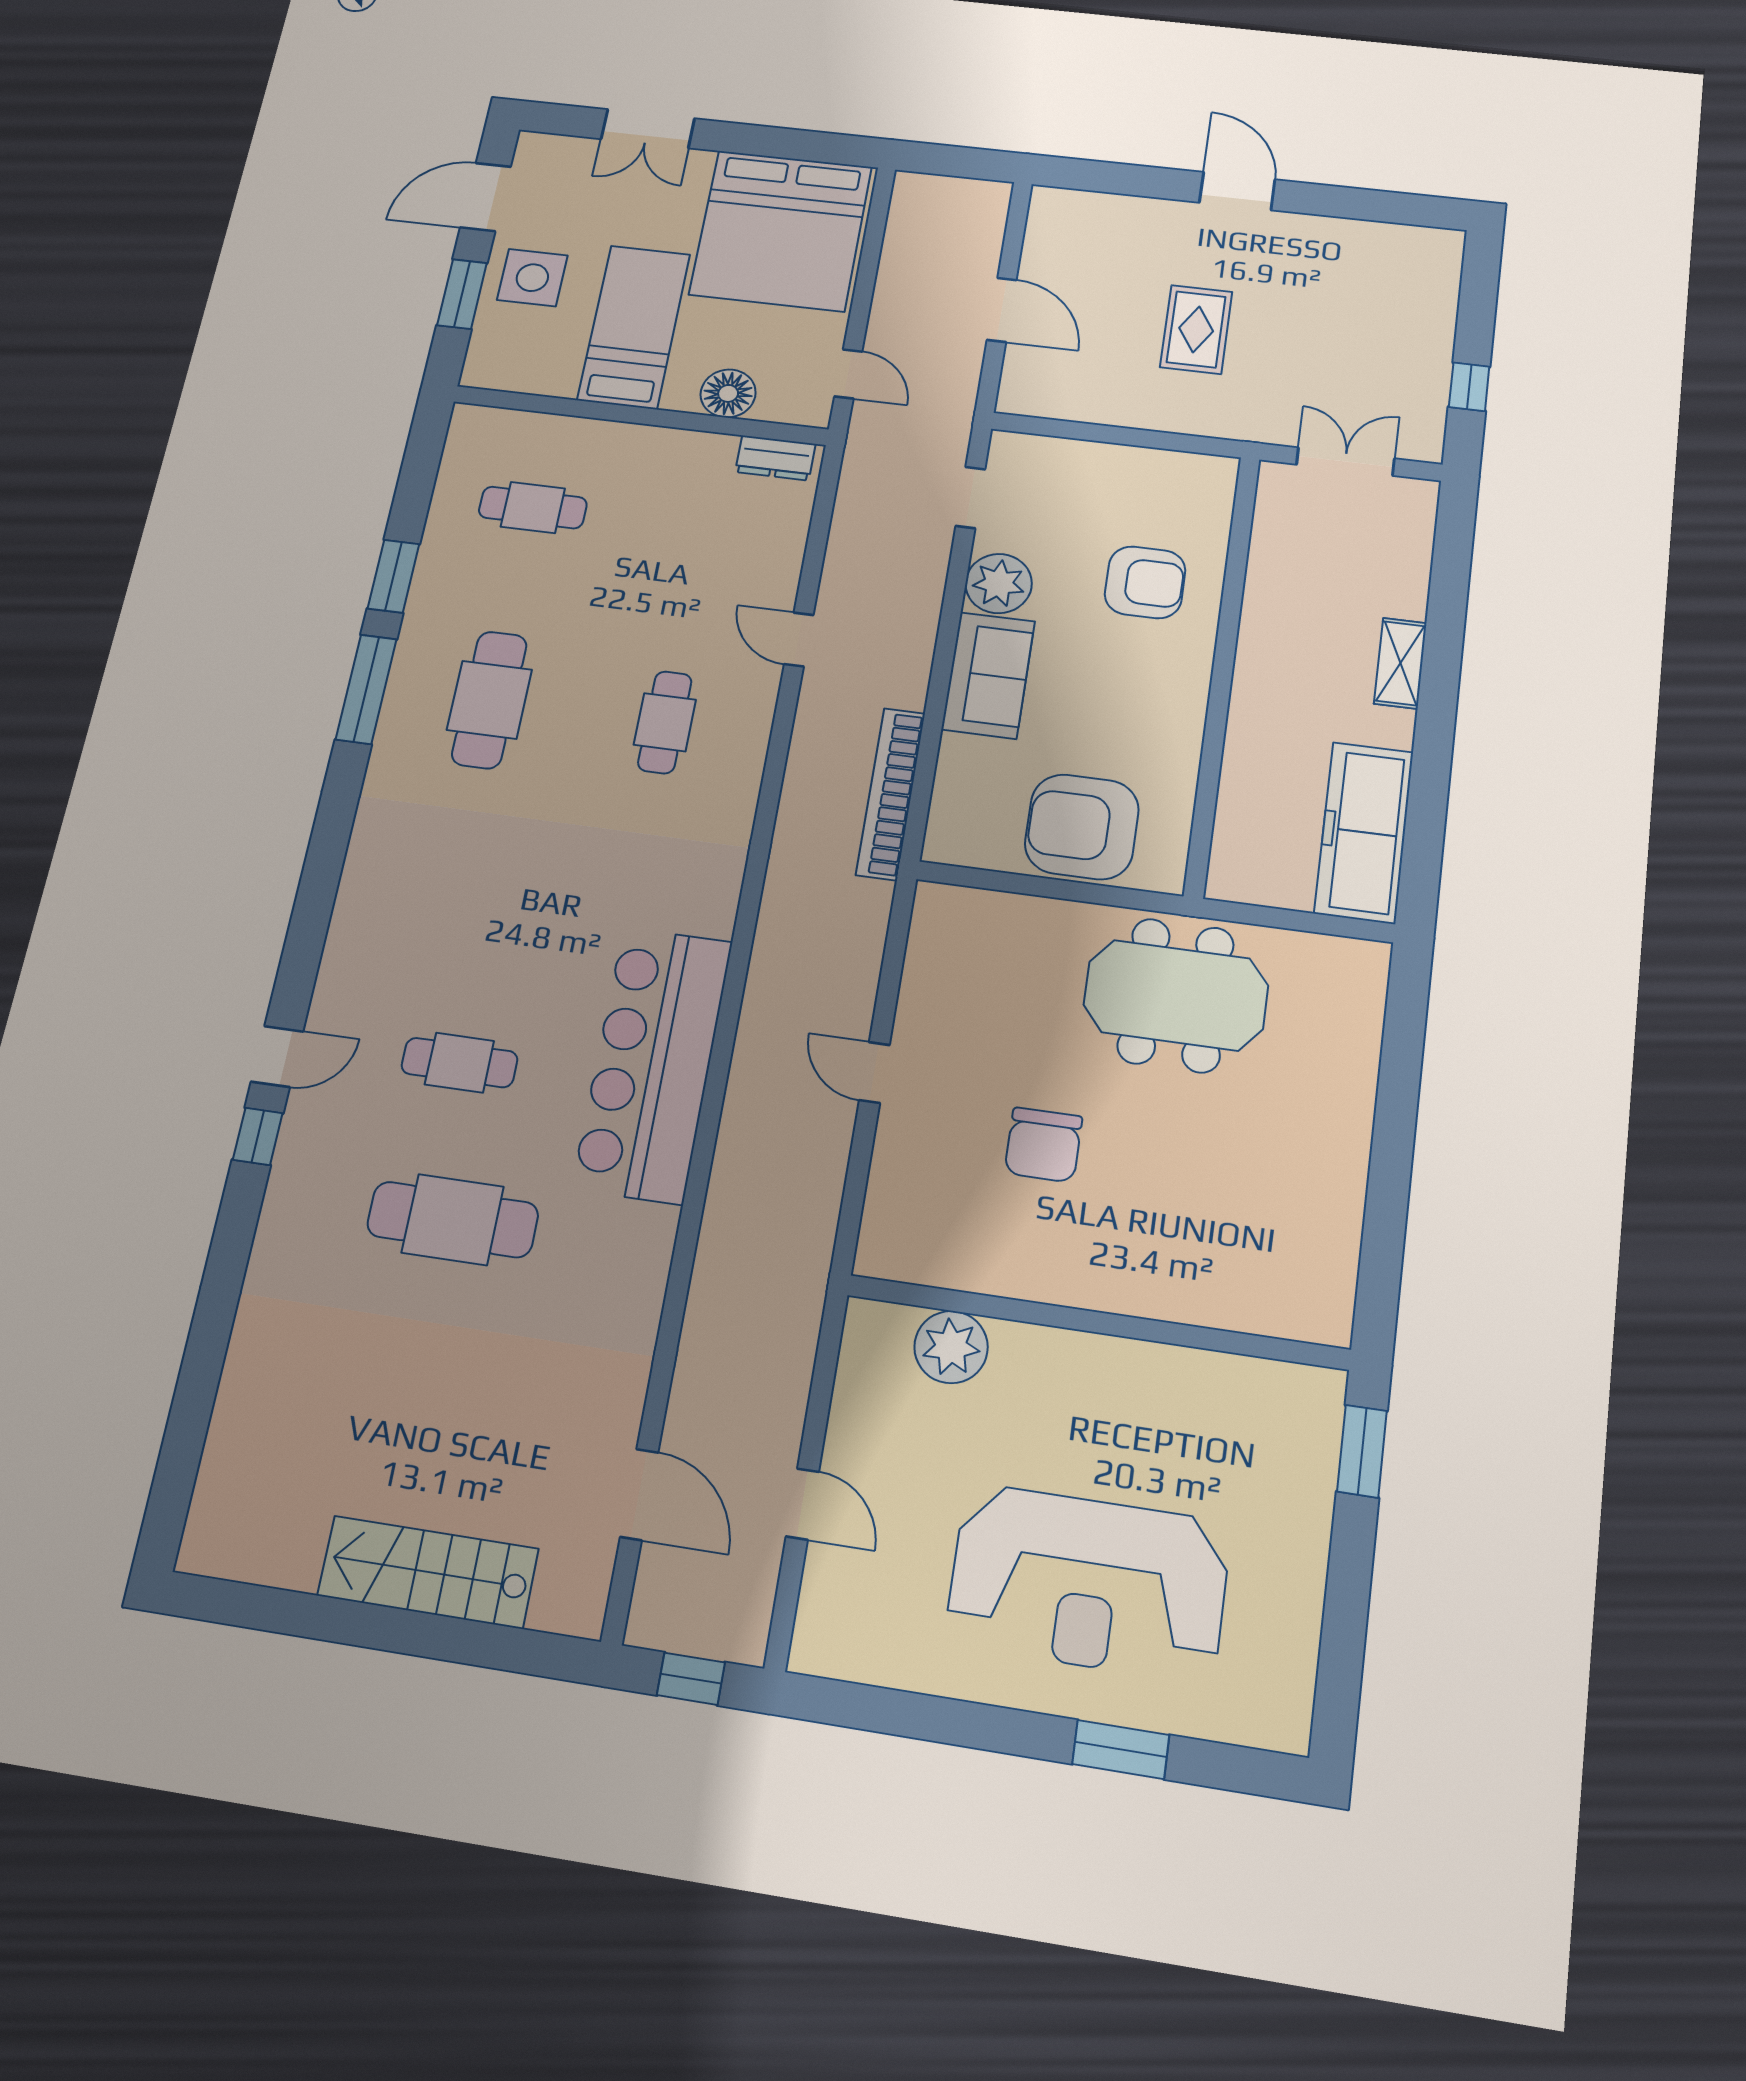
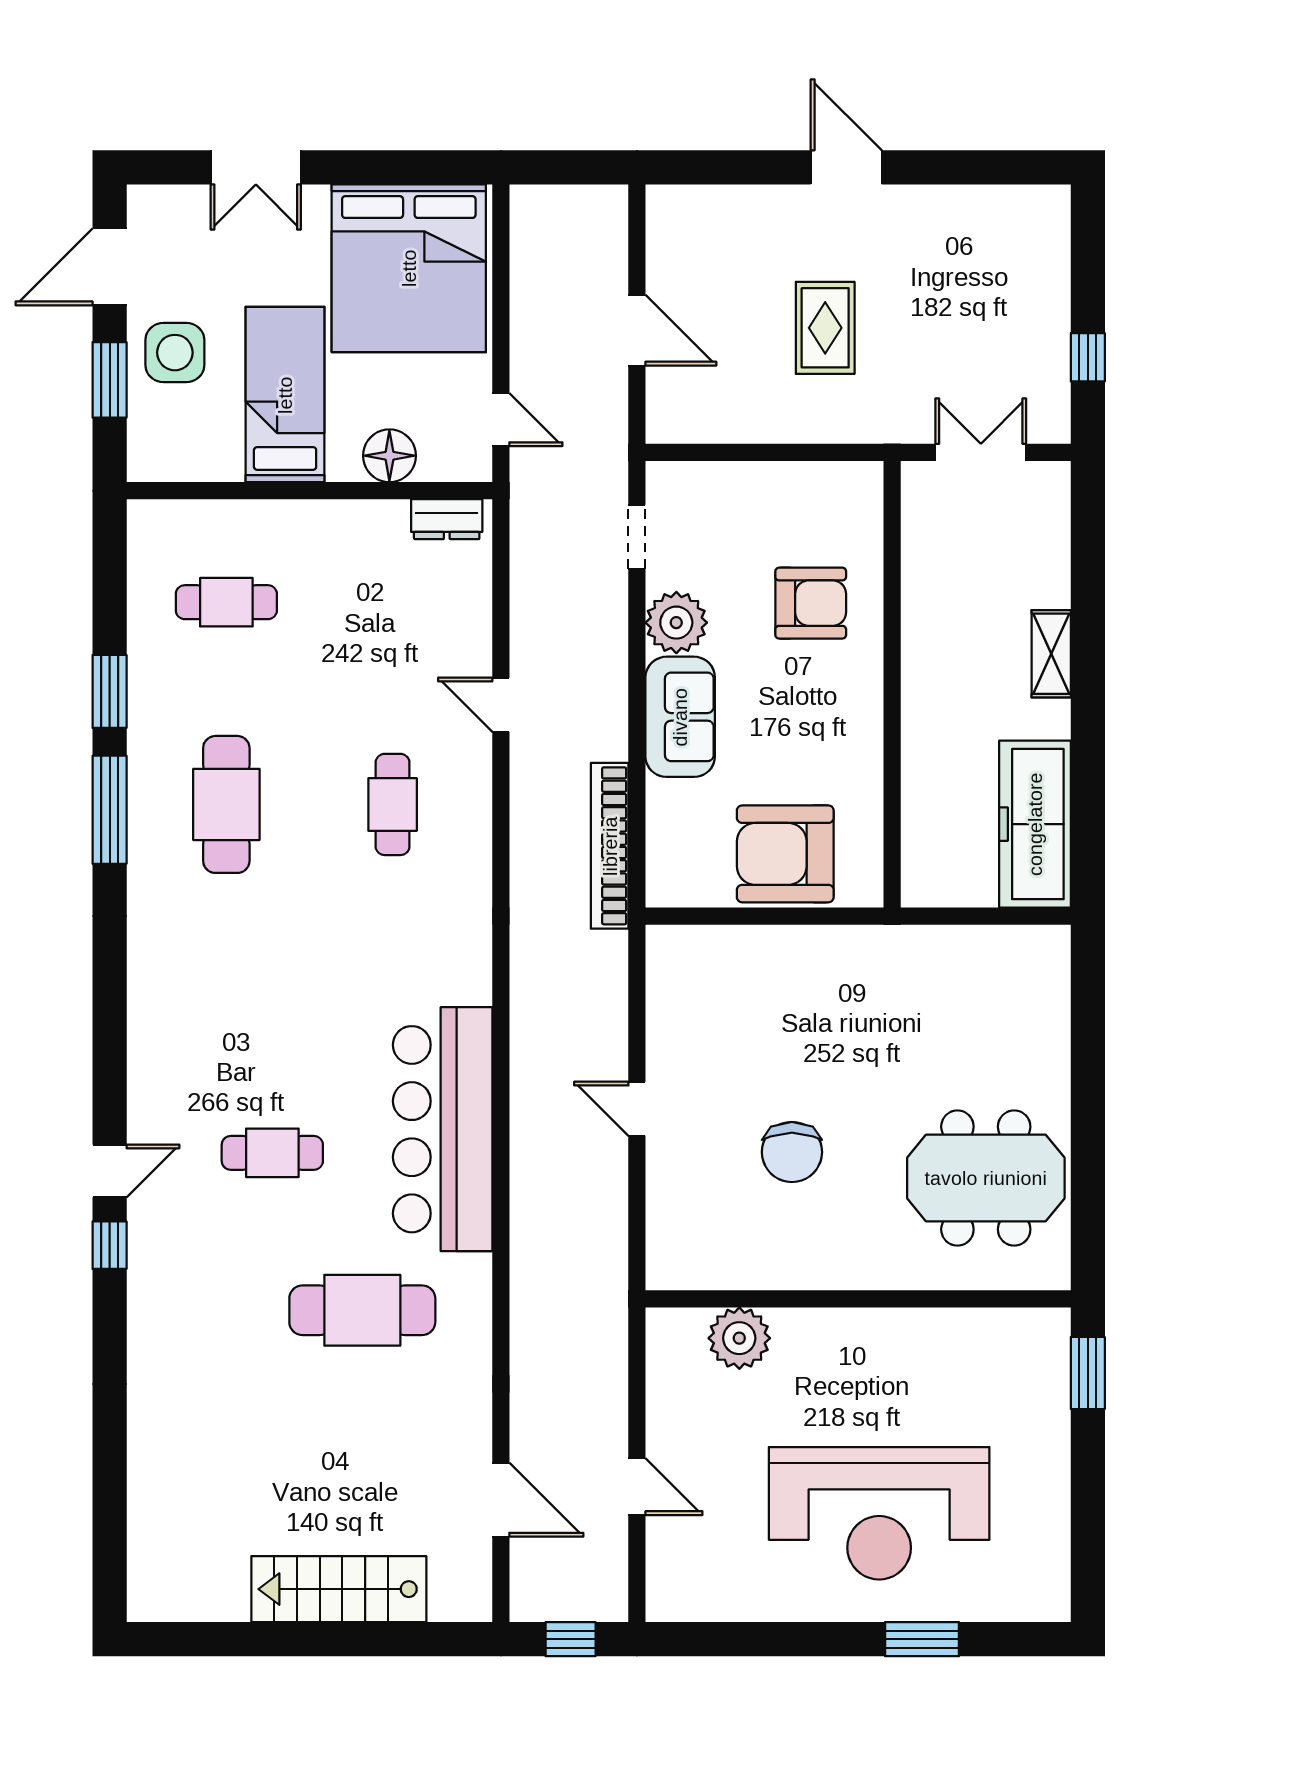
meeting table: (1176, 995) -> (986, 1178), moved
cafe table: (453, 1220) -> (362, 1310), moved

